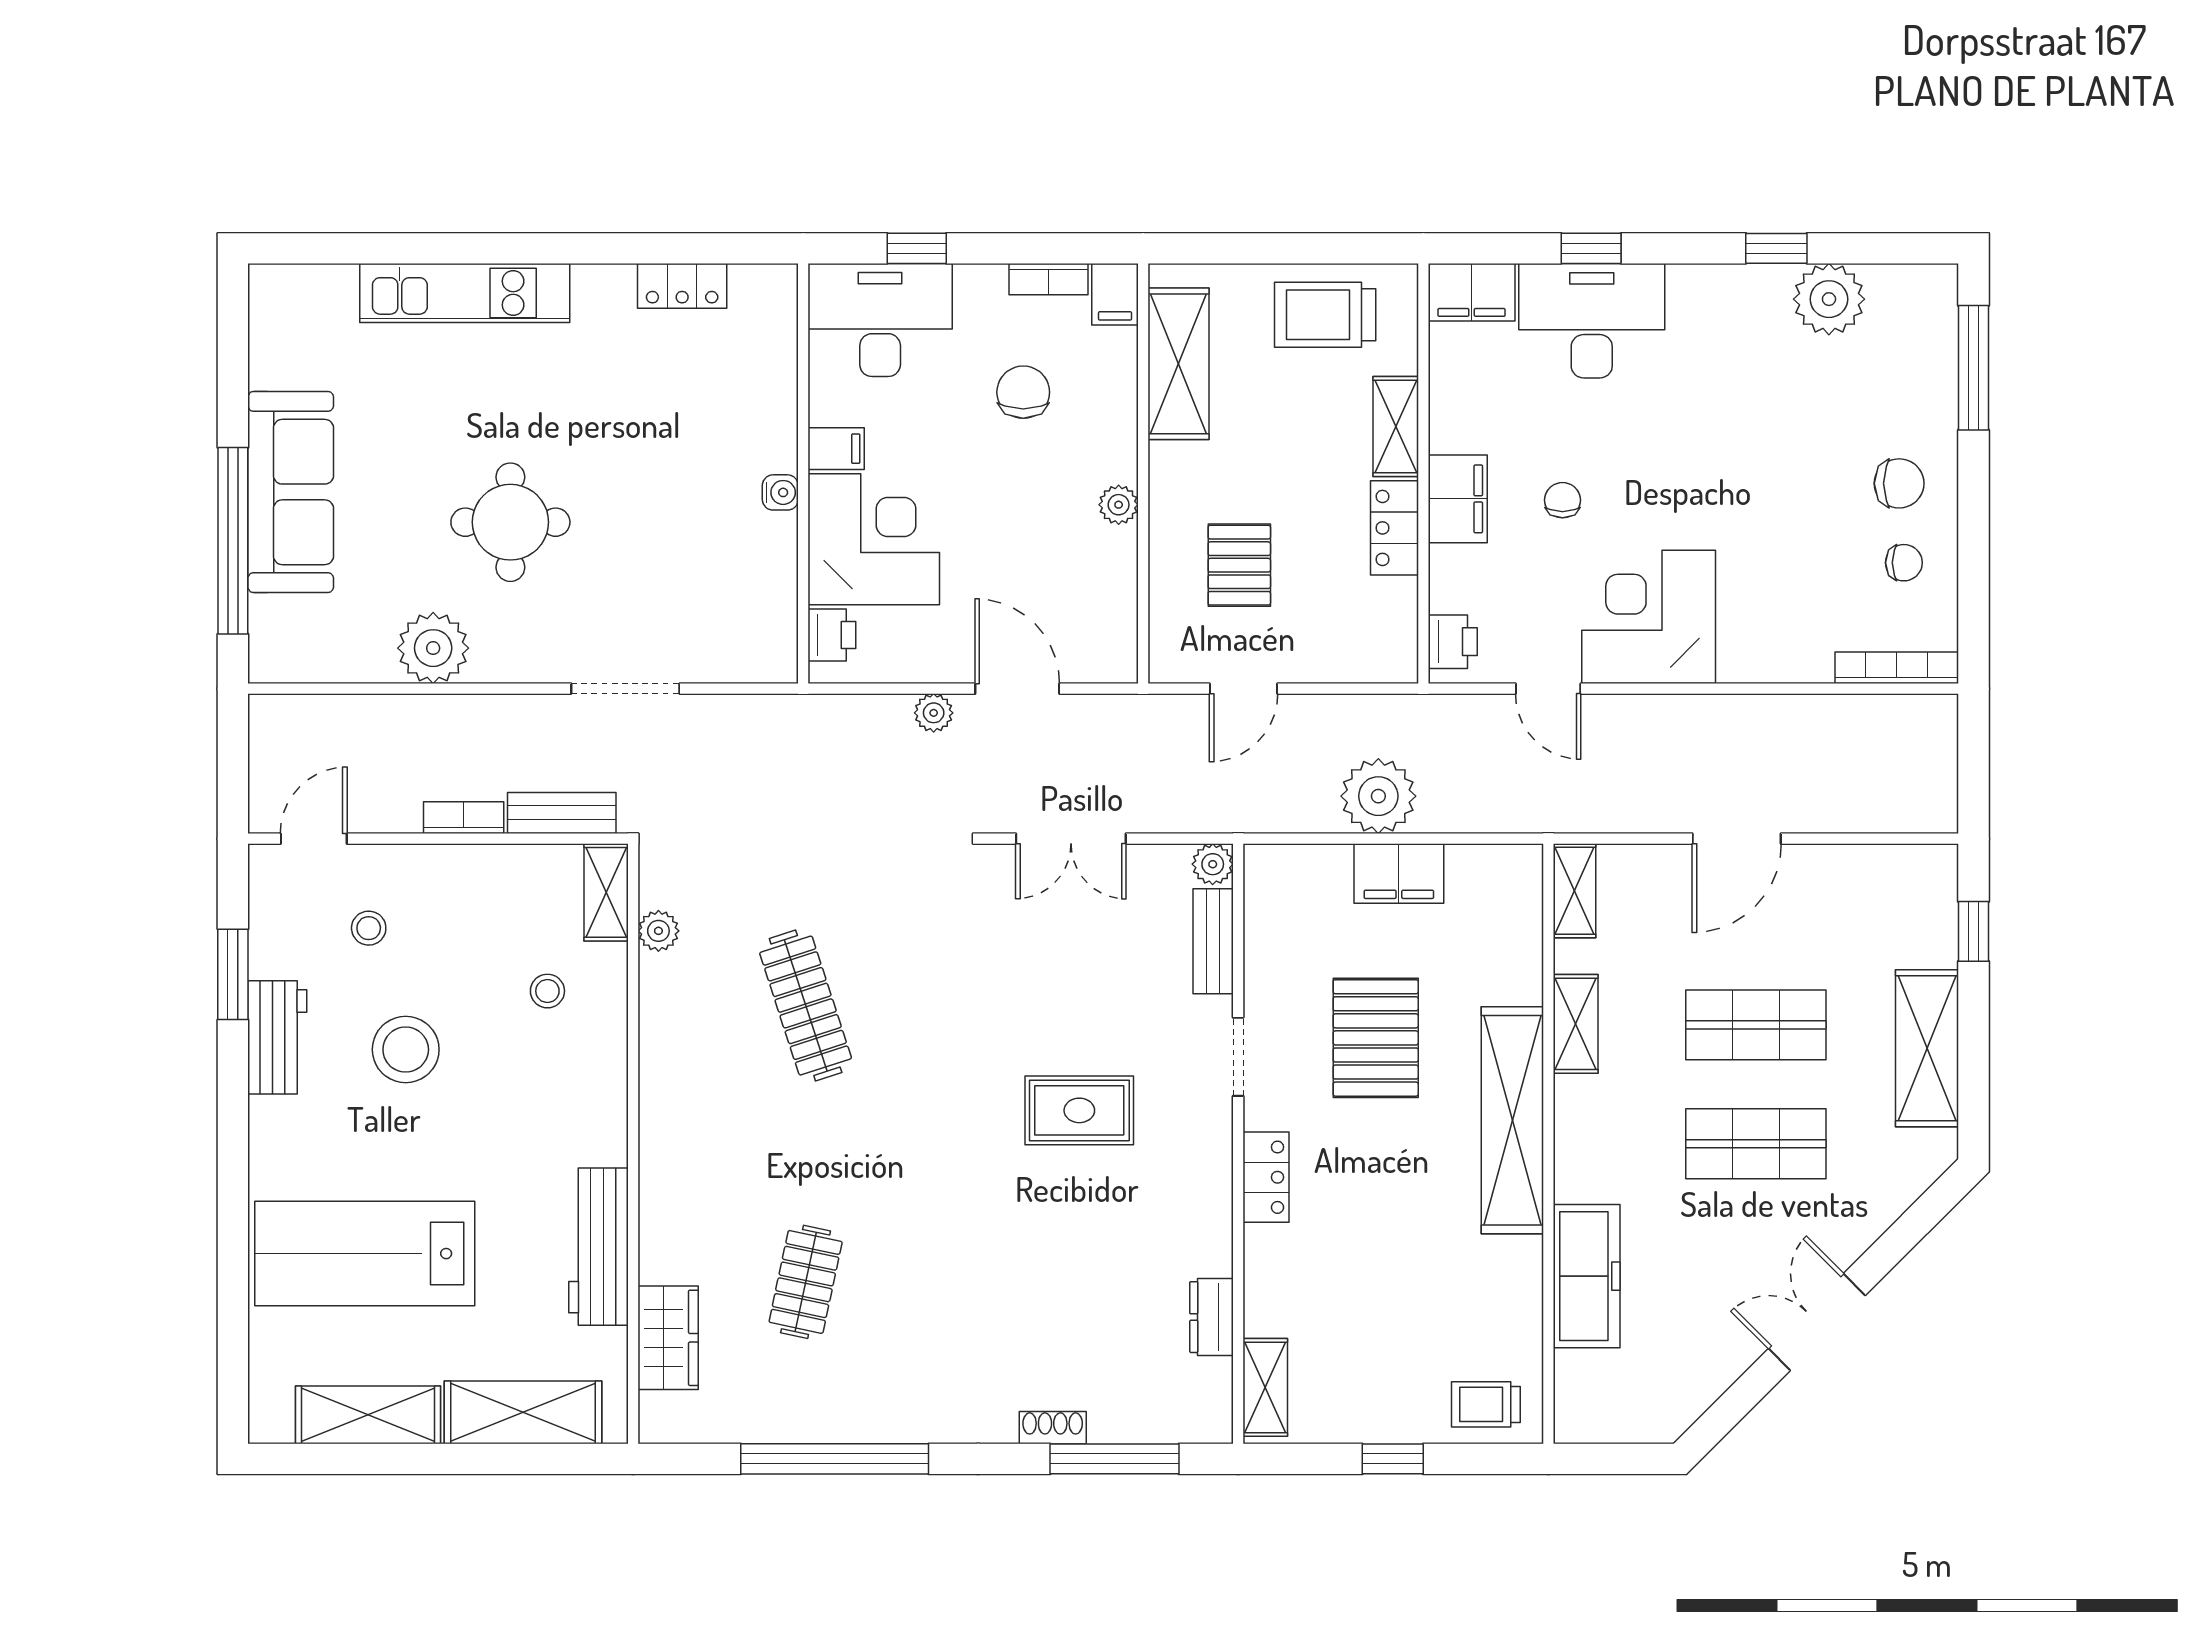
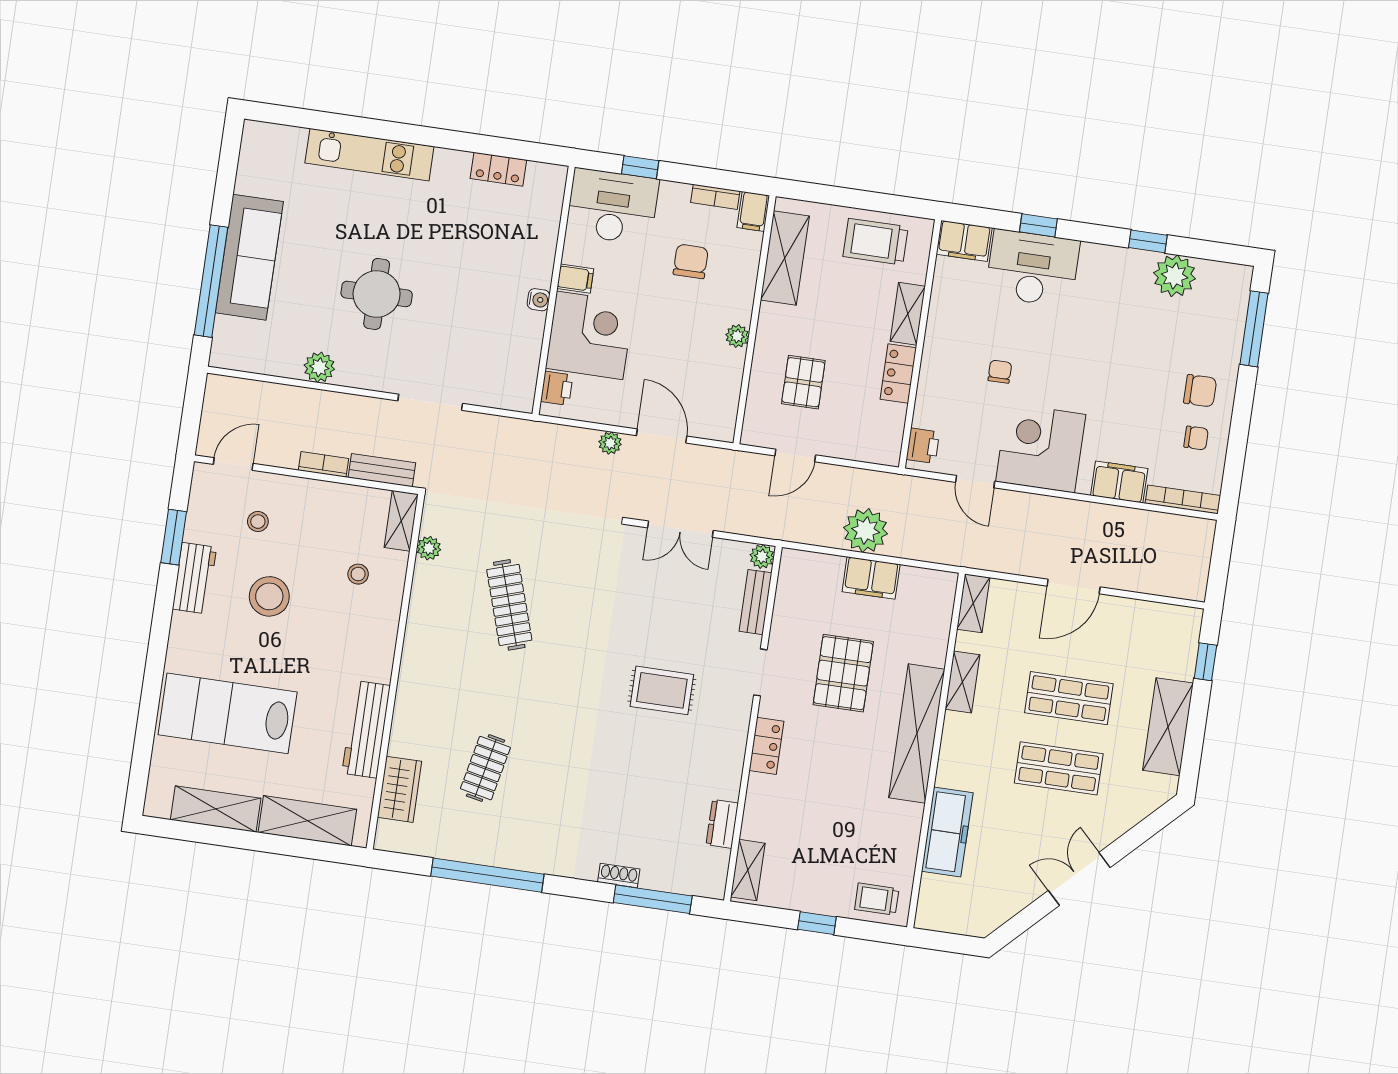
filing cabinet: (1458, 499) -> (1119, 482), moved, turned -90
plant: (433, 648) -> (319, 367), width x0.73, depth x0.73

